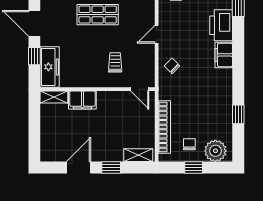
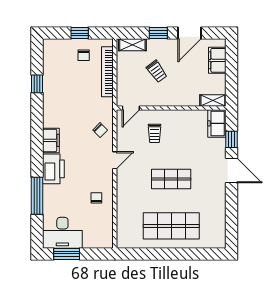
freezer: (50, 67) -> (217, 123), width x0.71
door: (140, 89) -> (131, 108), swing flipped
filing cabinet: (82, 100) -> (217, 60), moved, turned -90
trolley: (113, 127) -> (157, 71), added
plant: (215, 151) -> (59, 49), removed

